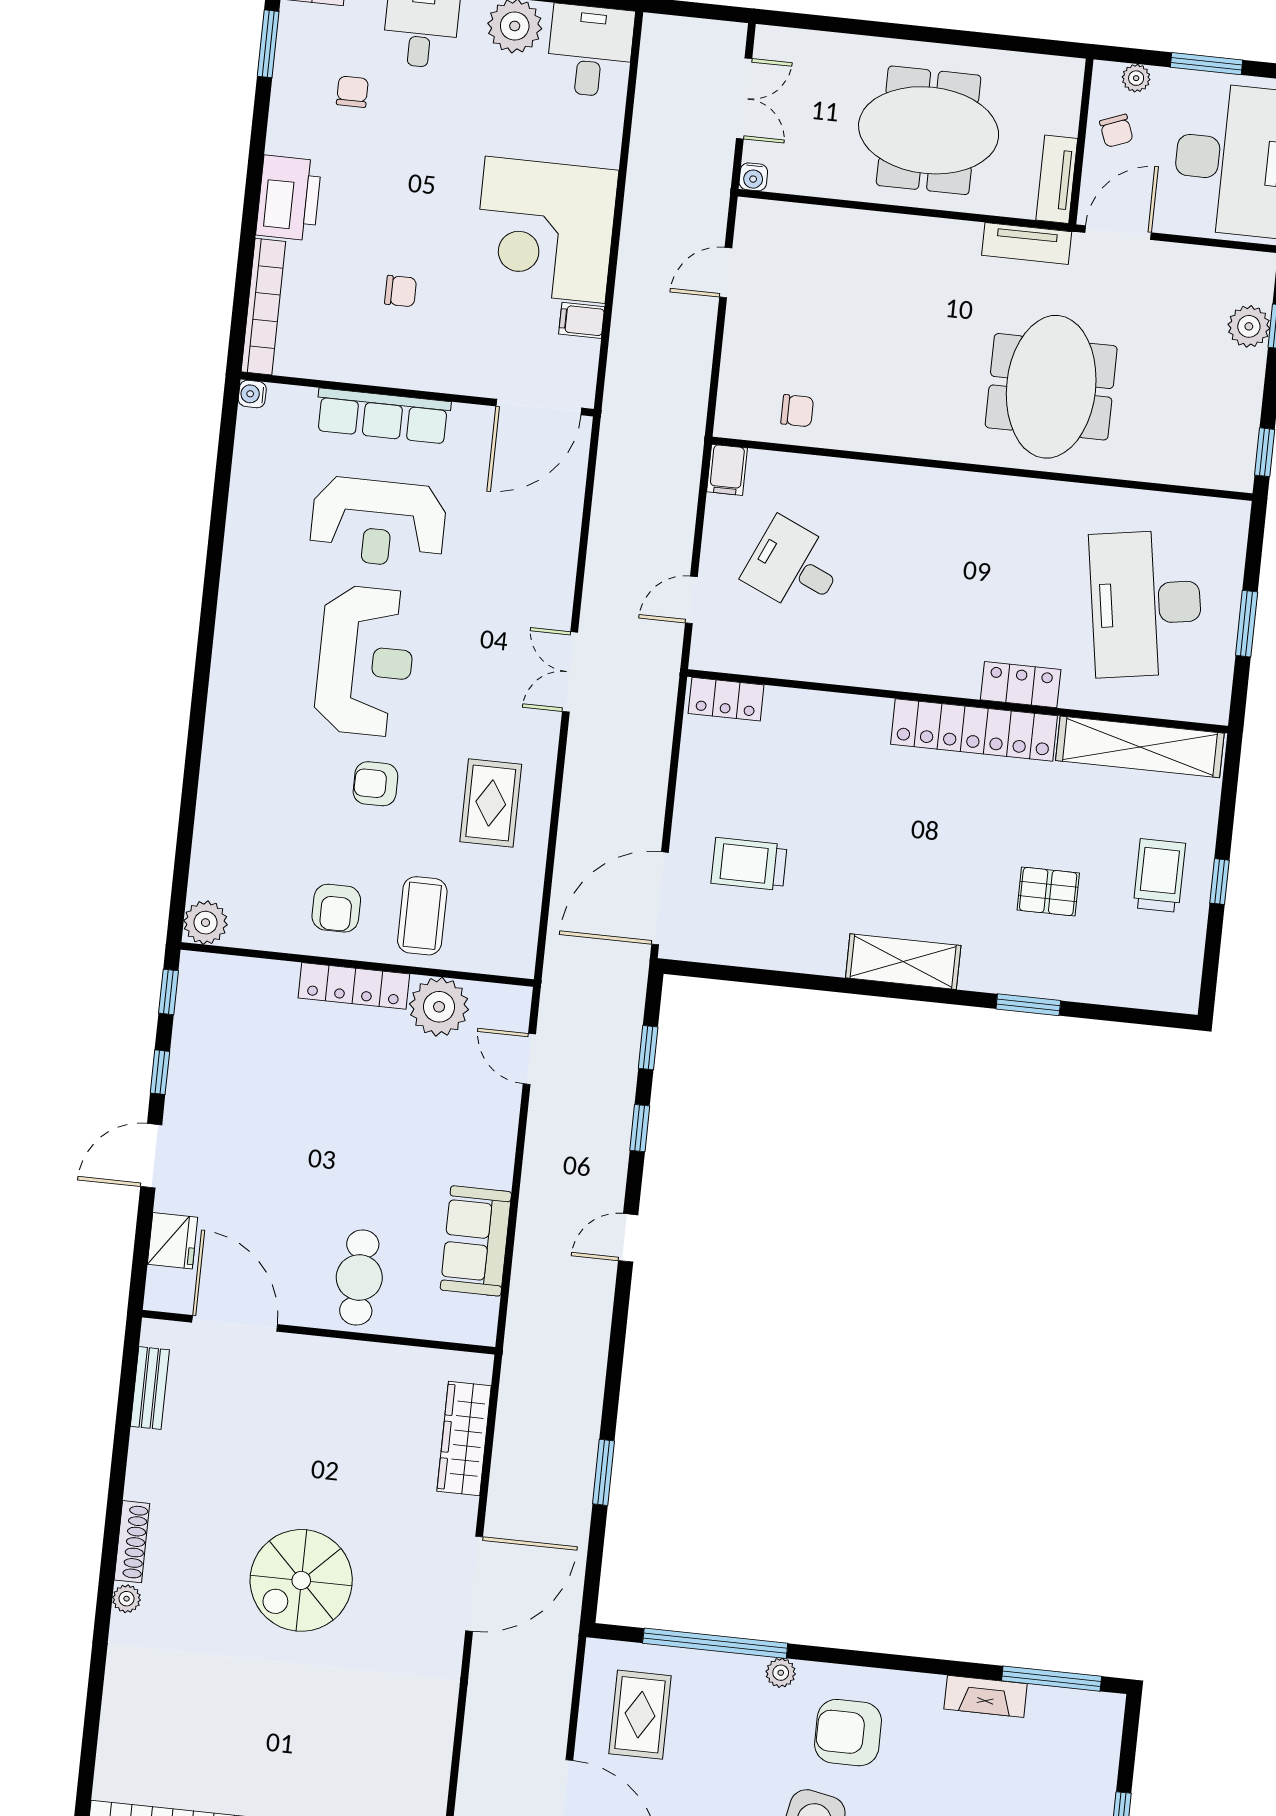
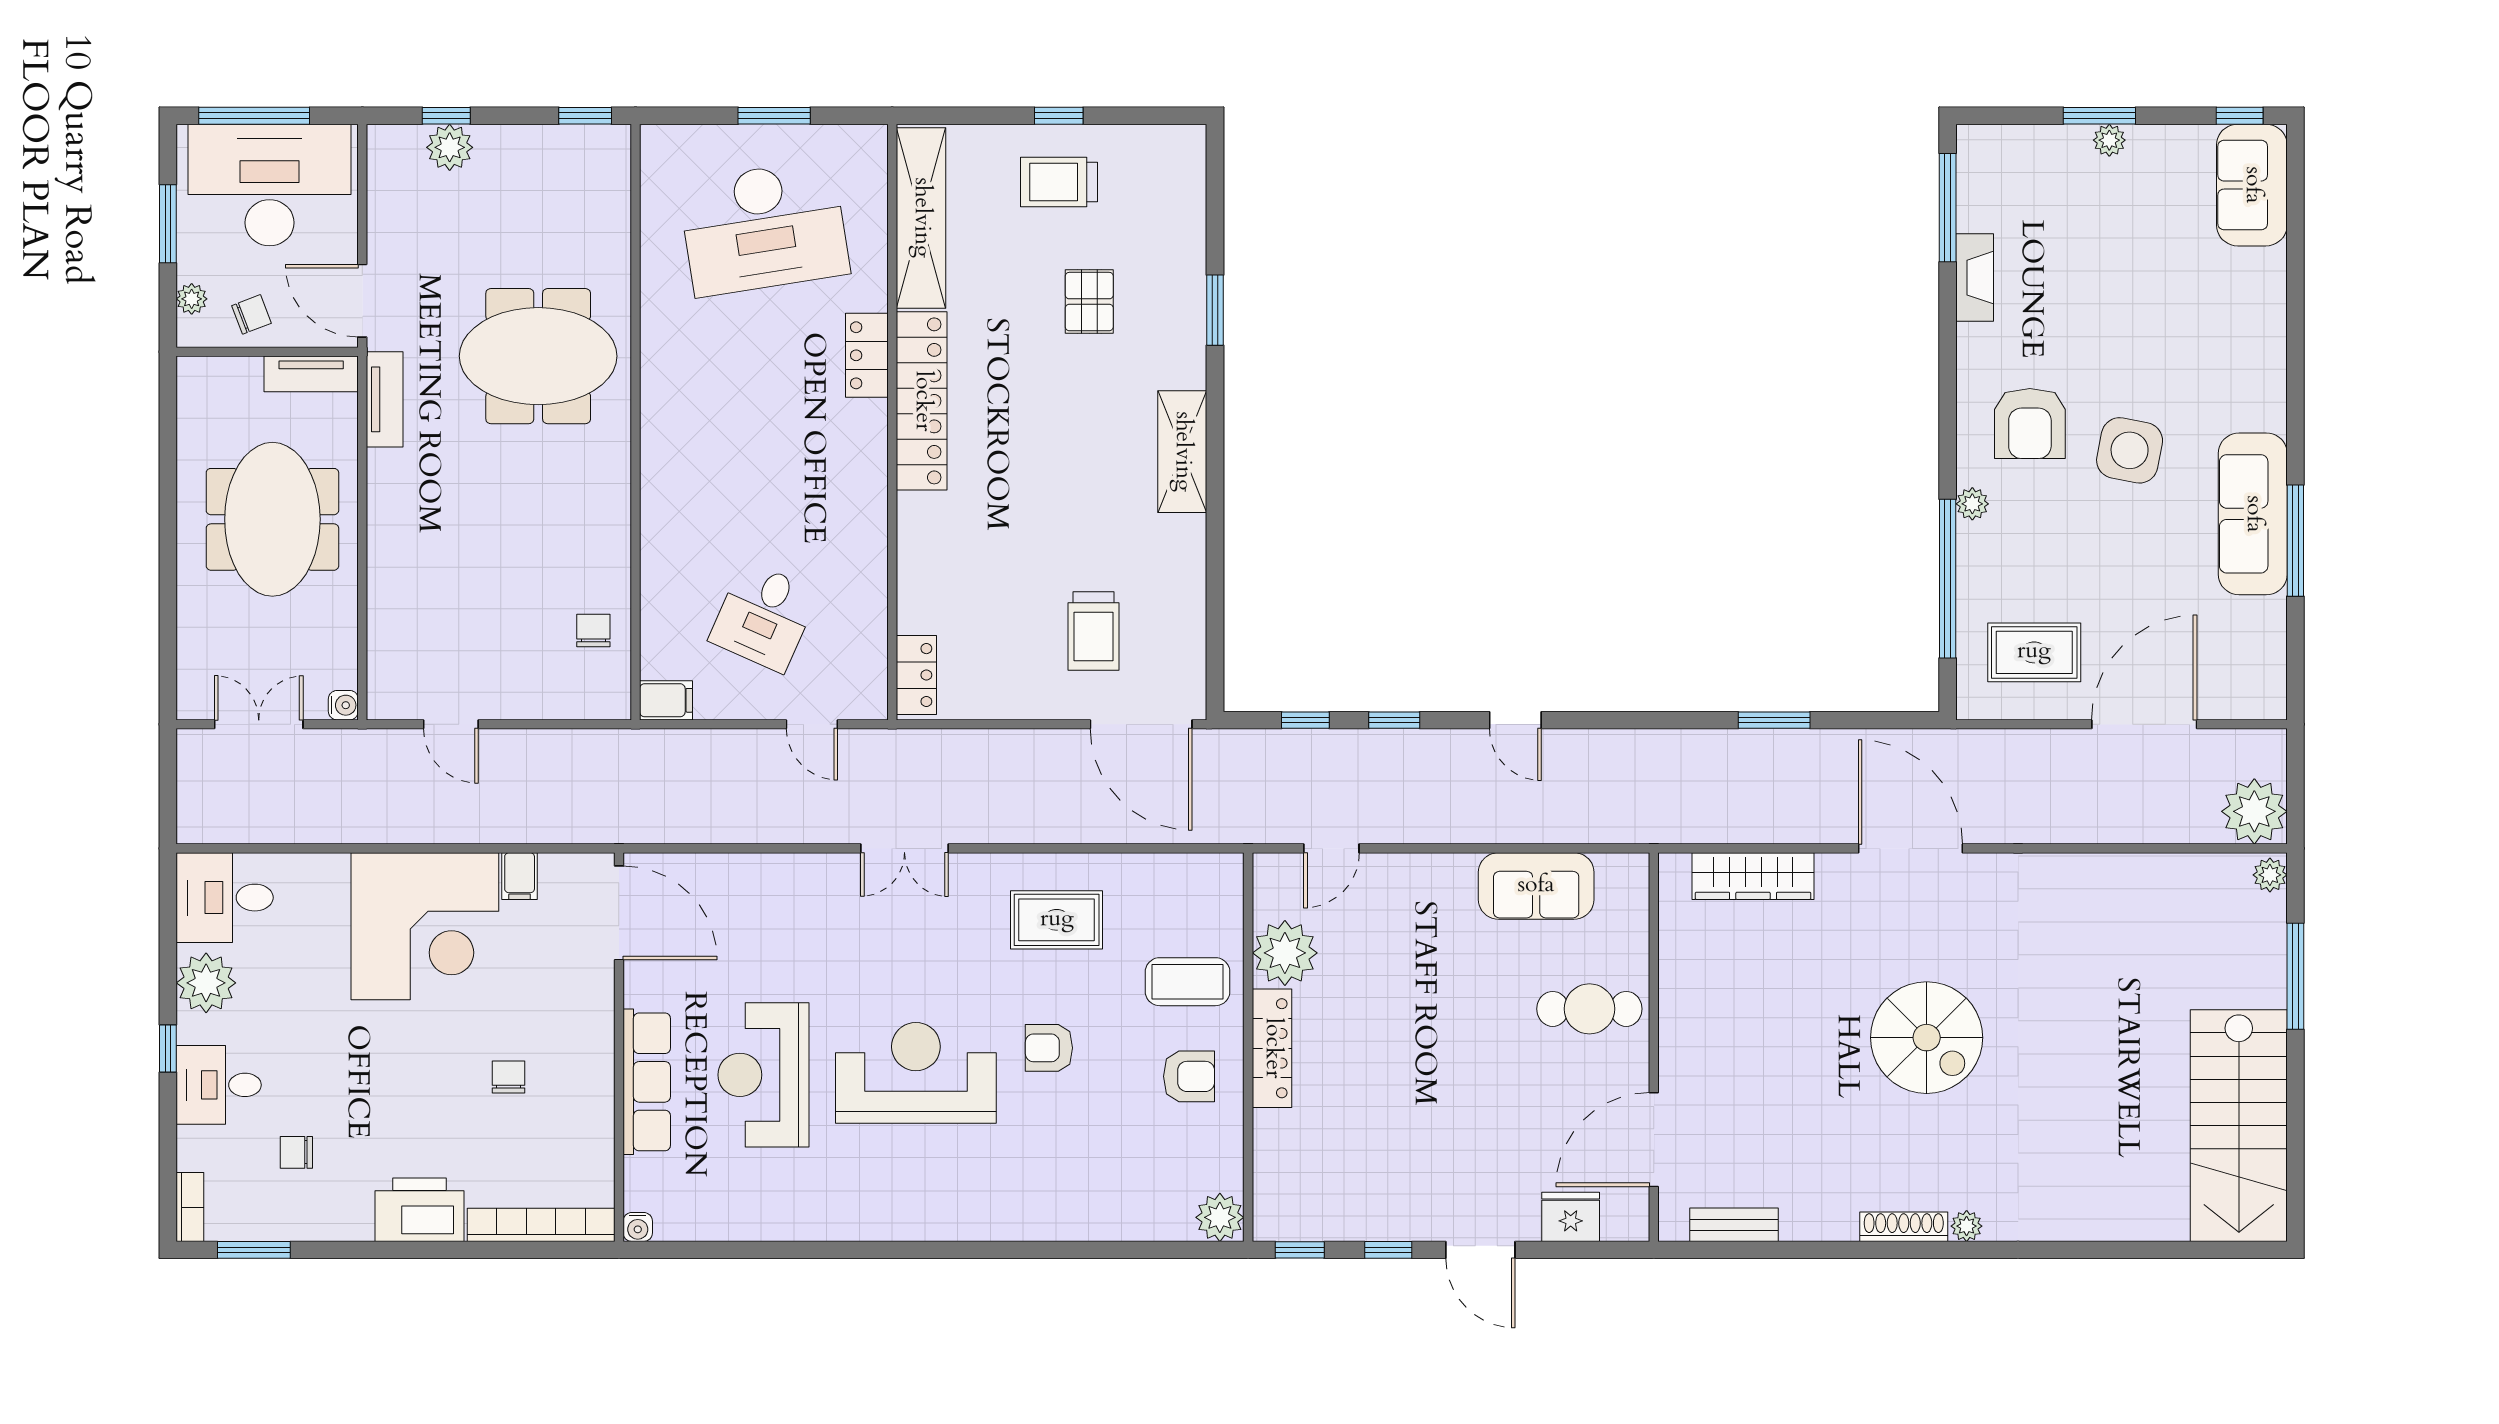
reception desk: (378, 523) -> (763, 1075), turned 180
armchair: (375, 784) -> (1049, 1048), turned 90

